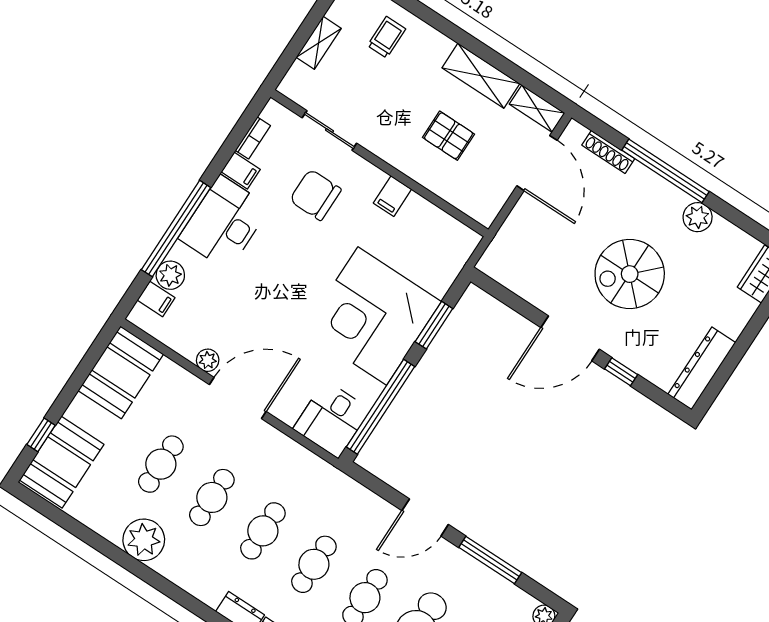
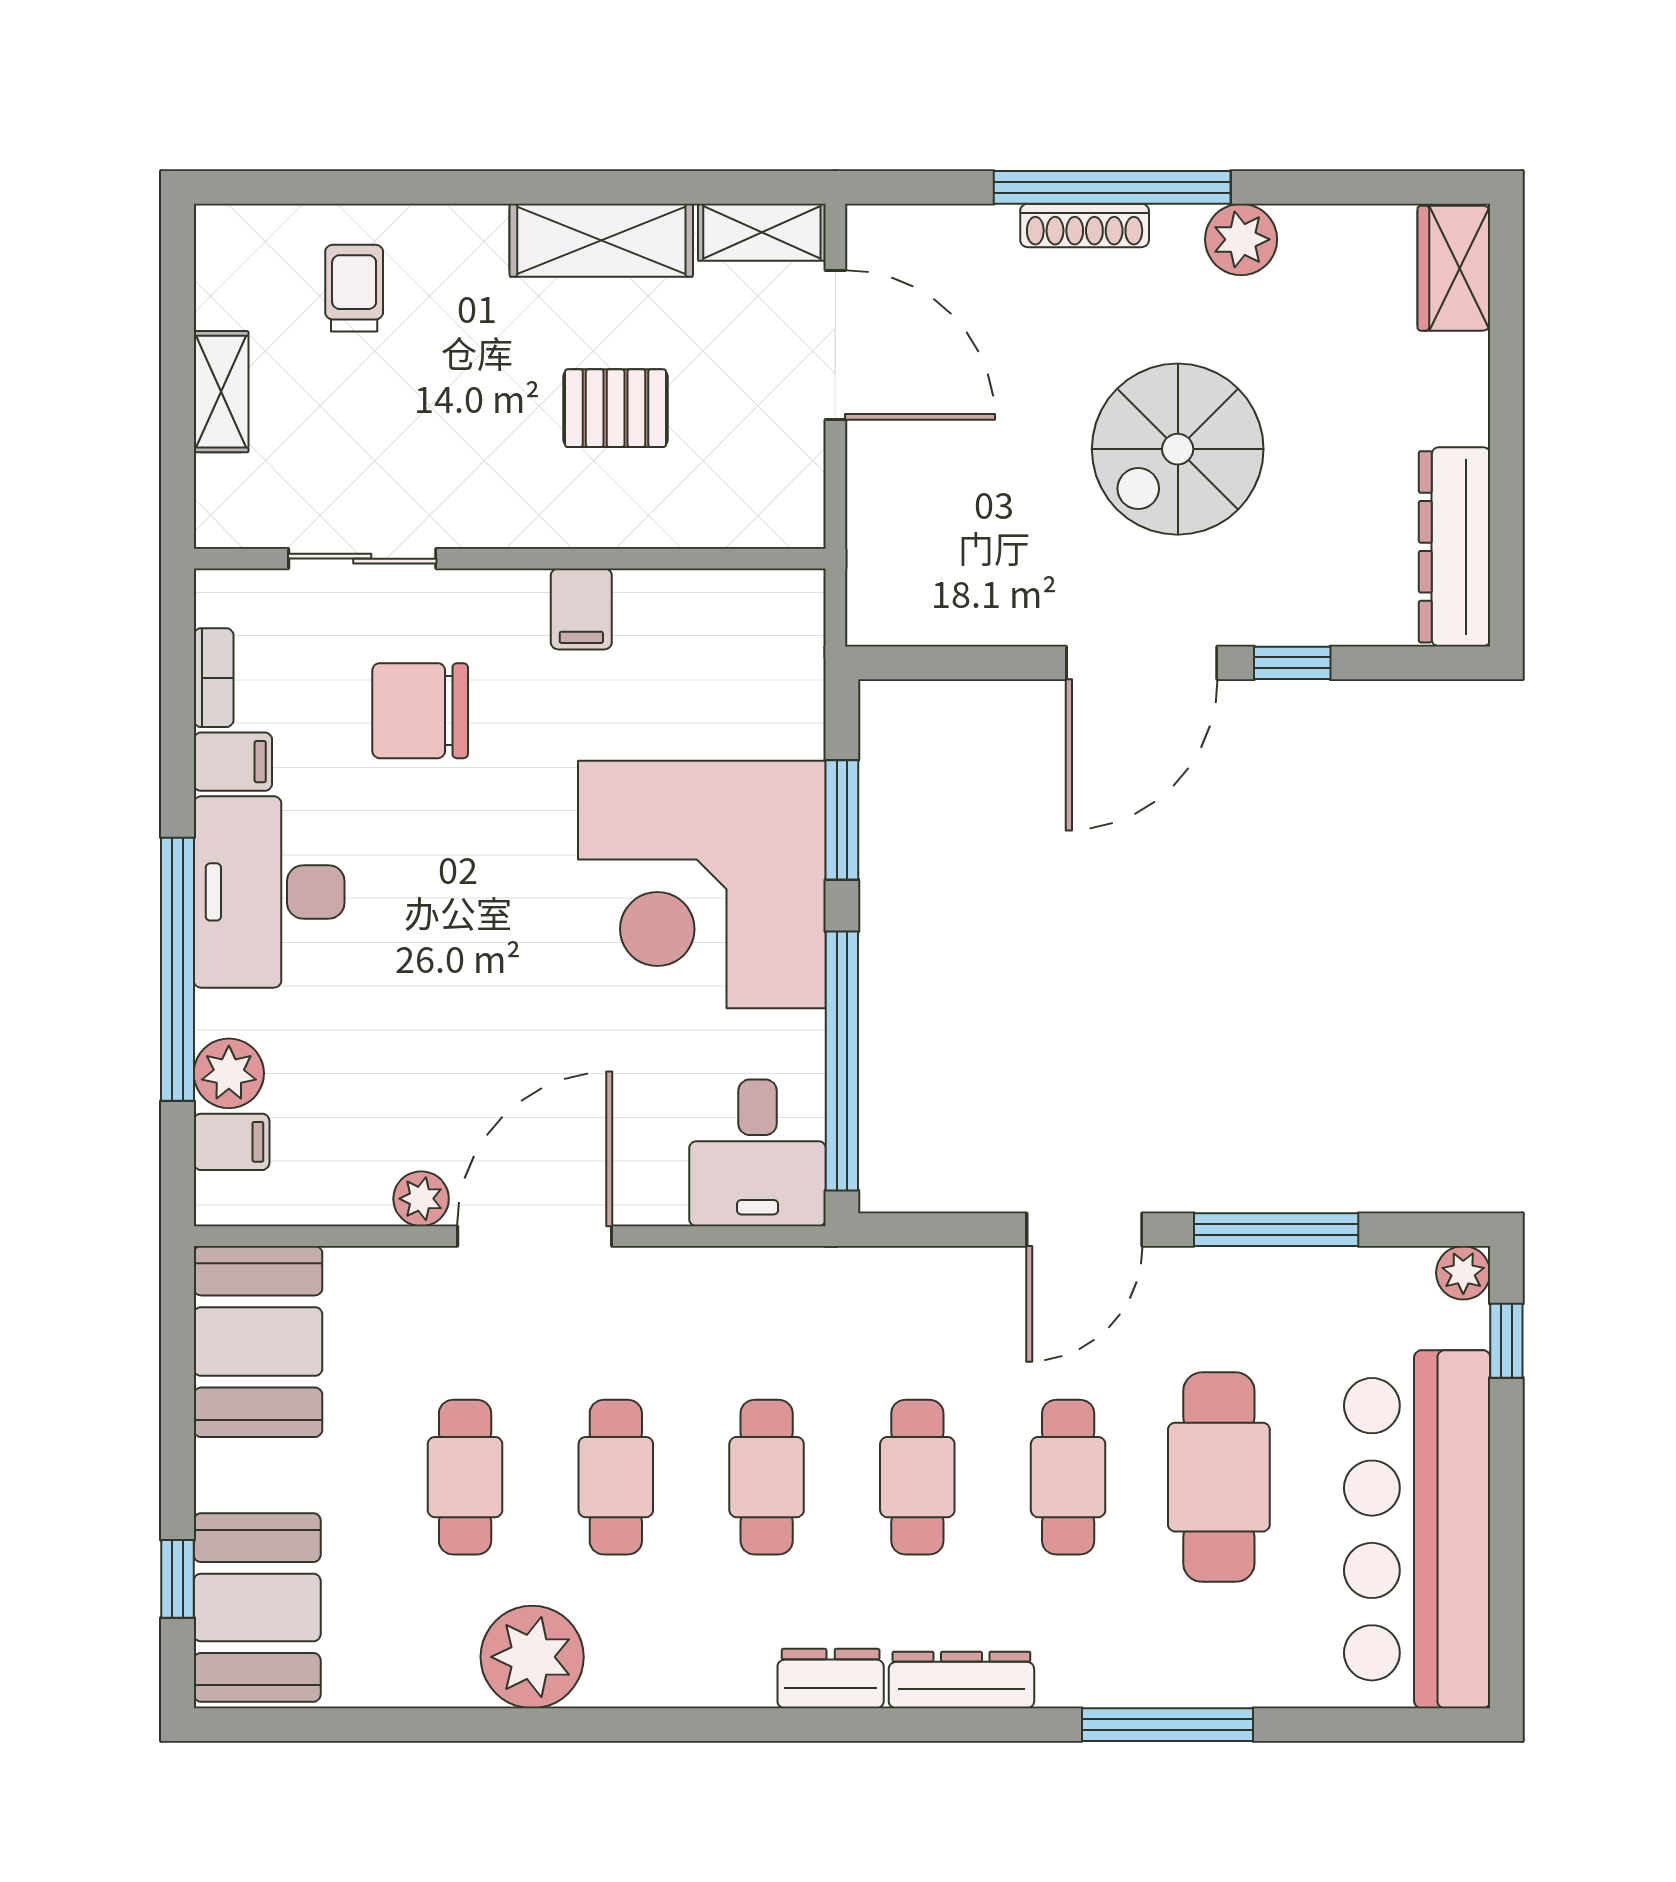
shoe rack: (608, 152) -> (1085, 225), moved

